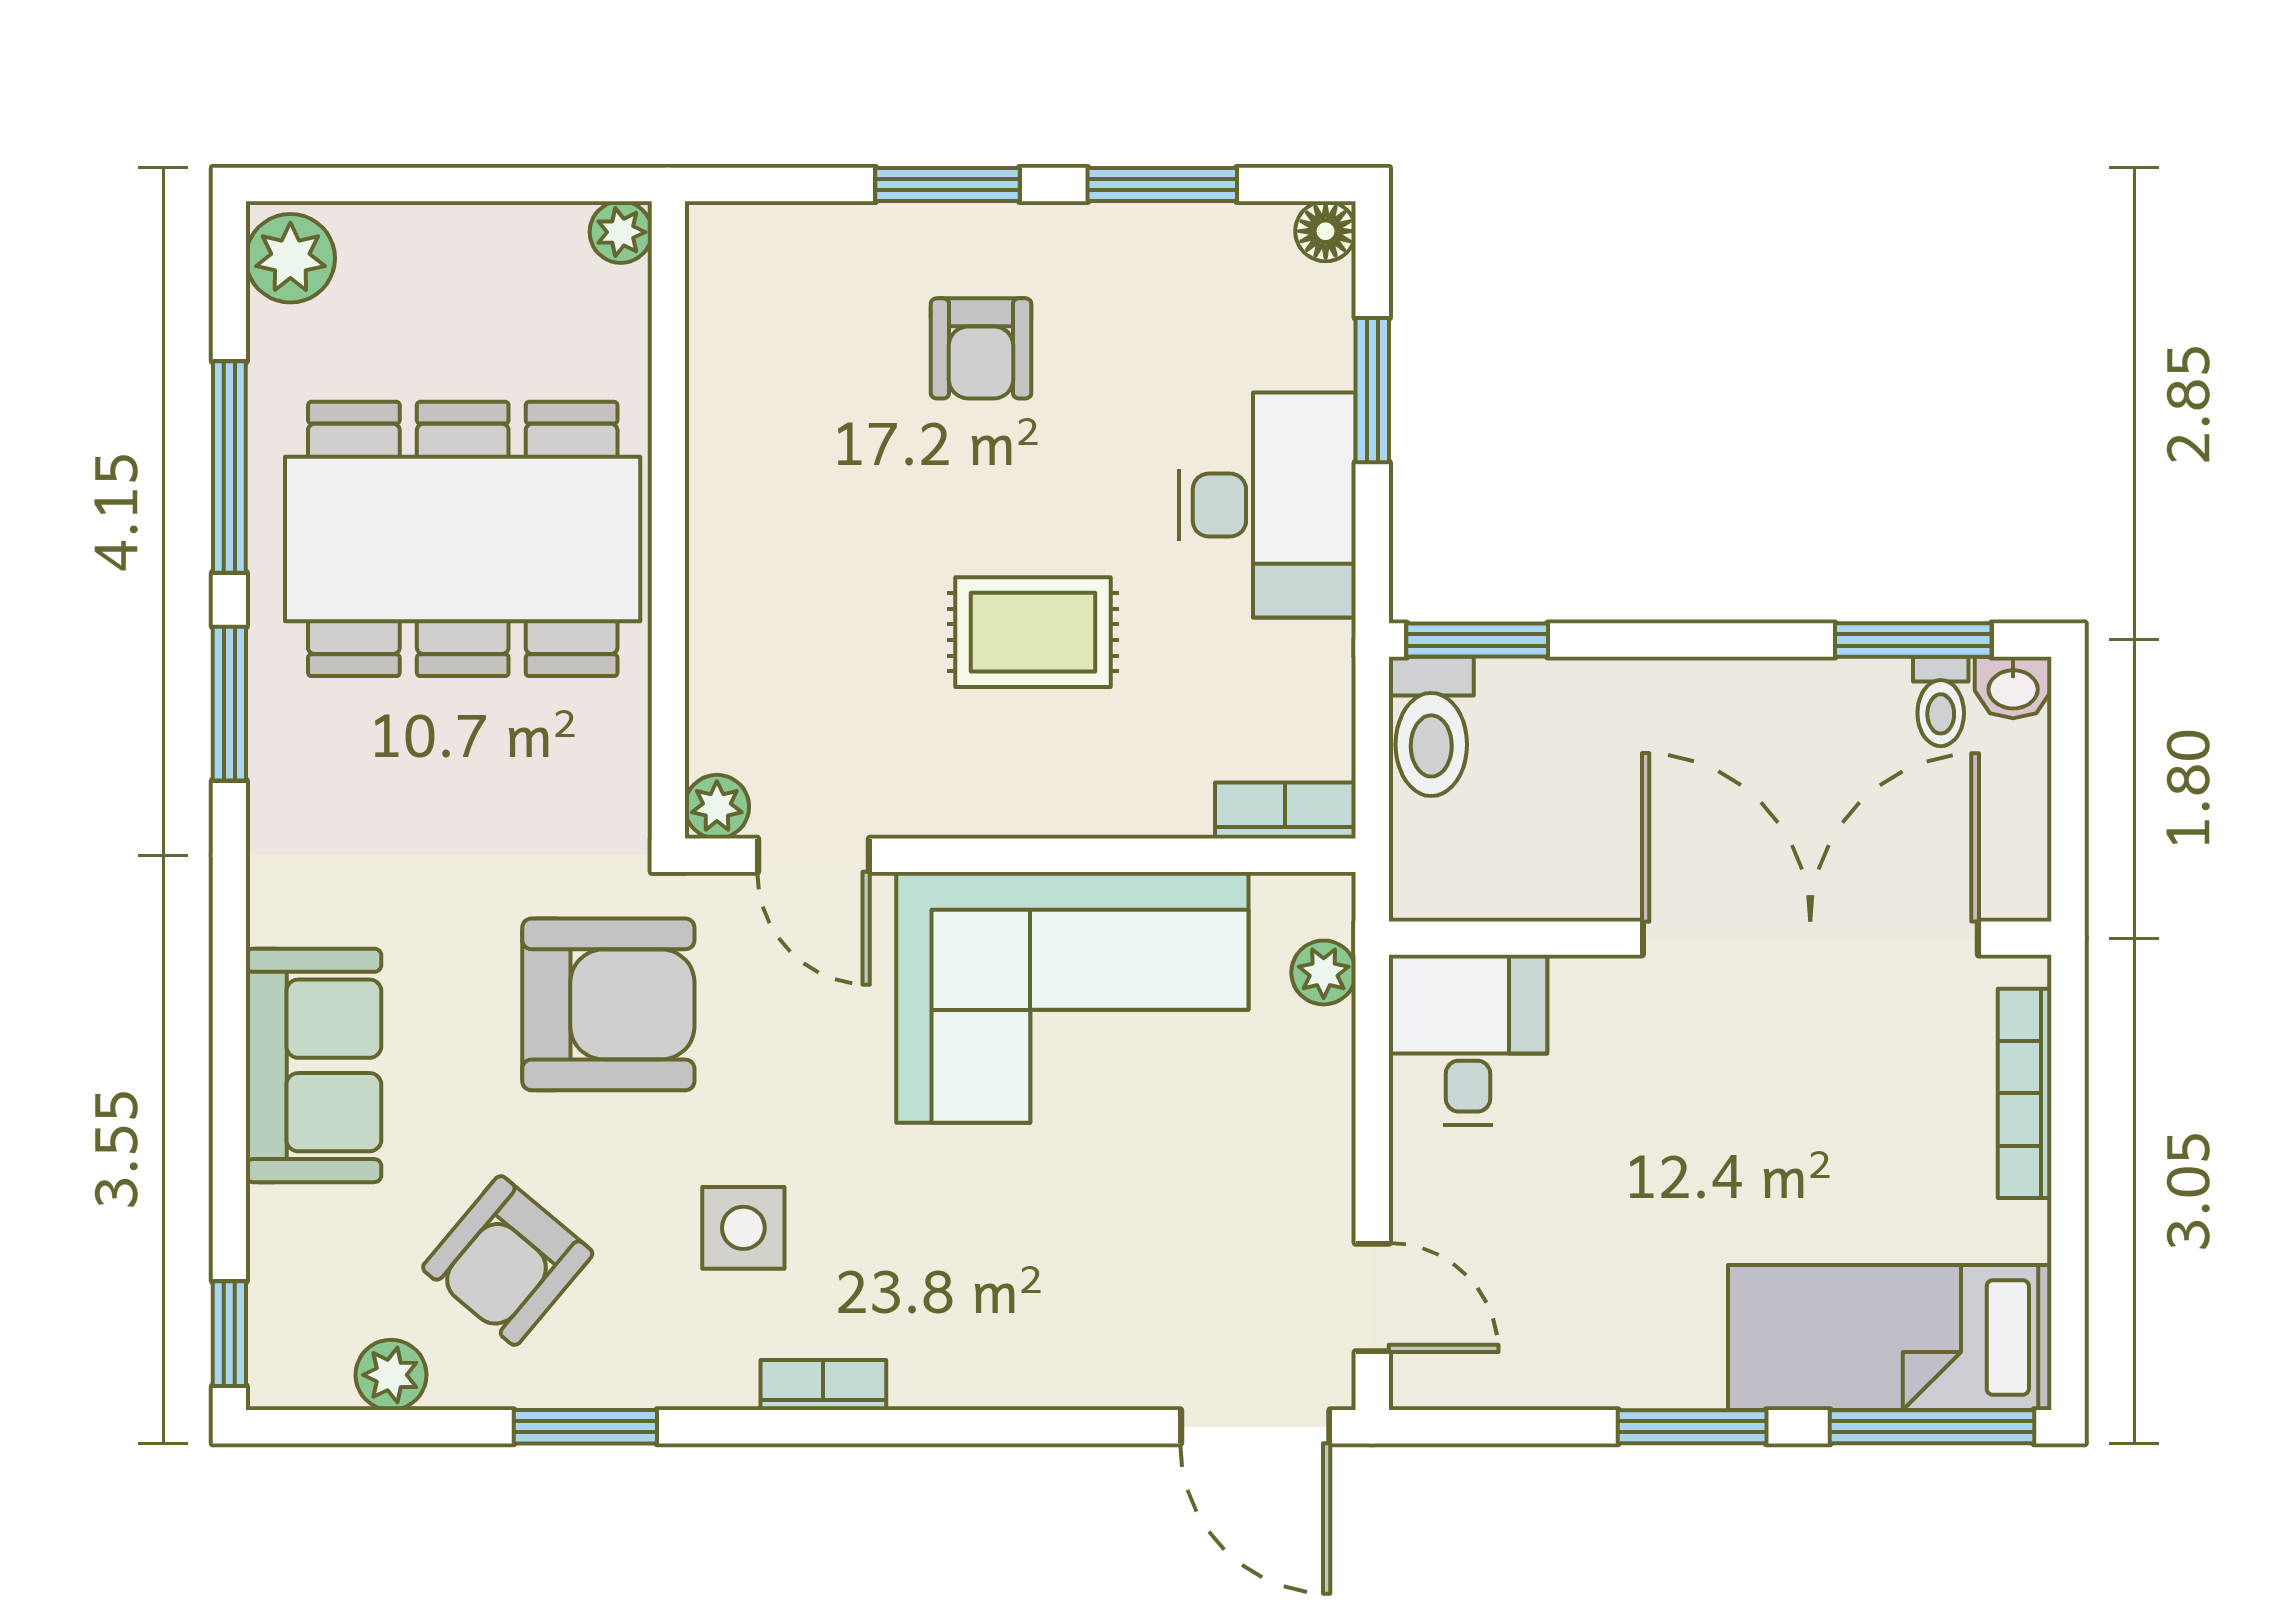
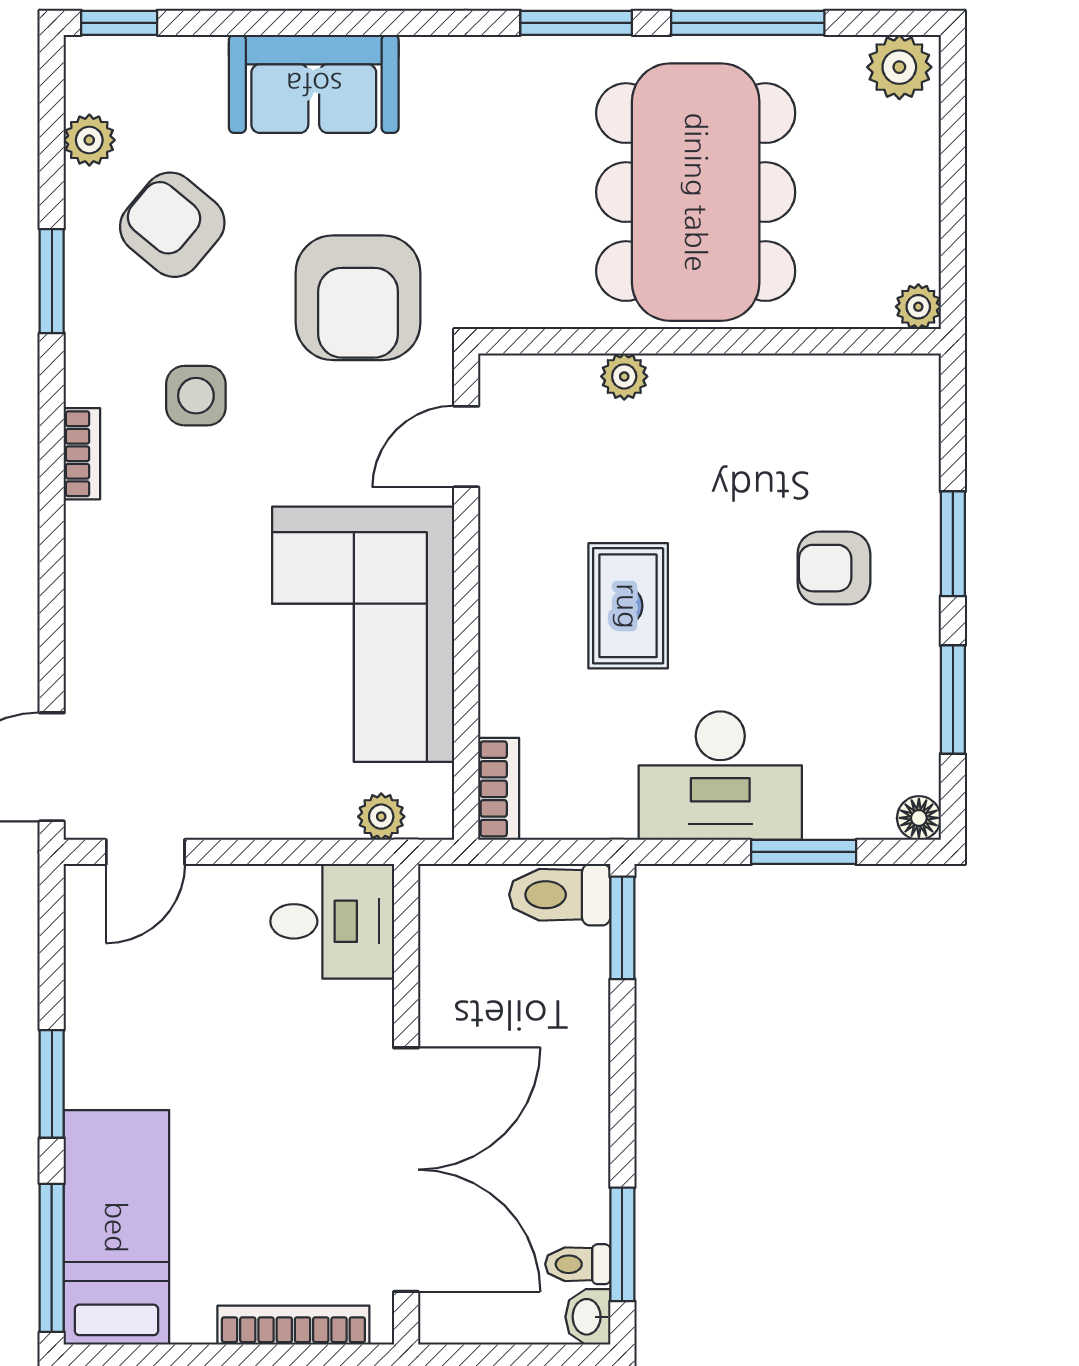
plant: (717, 807) -> (624, 376), moved

